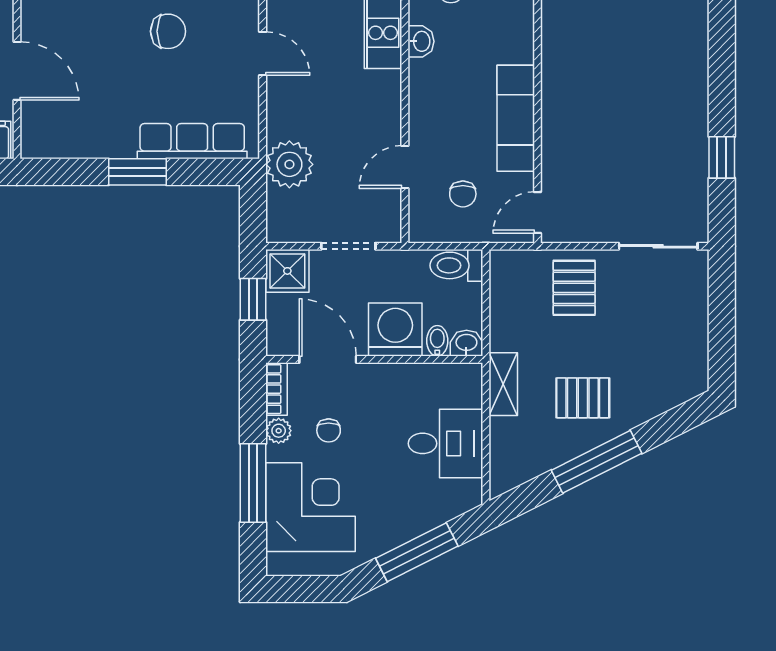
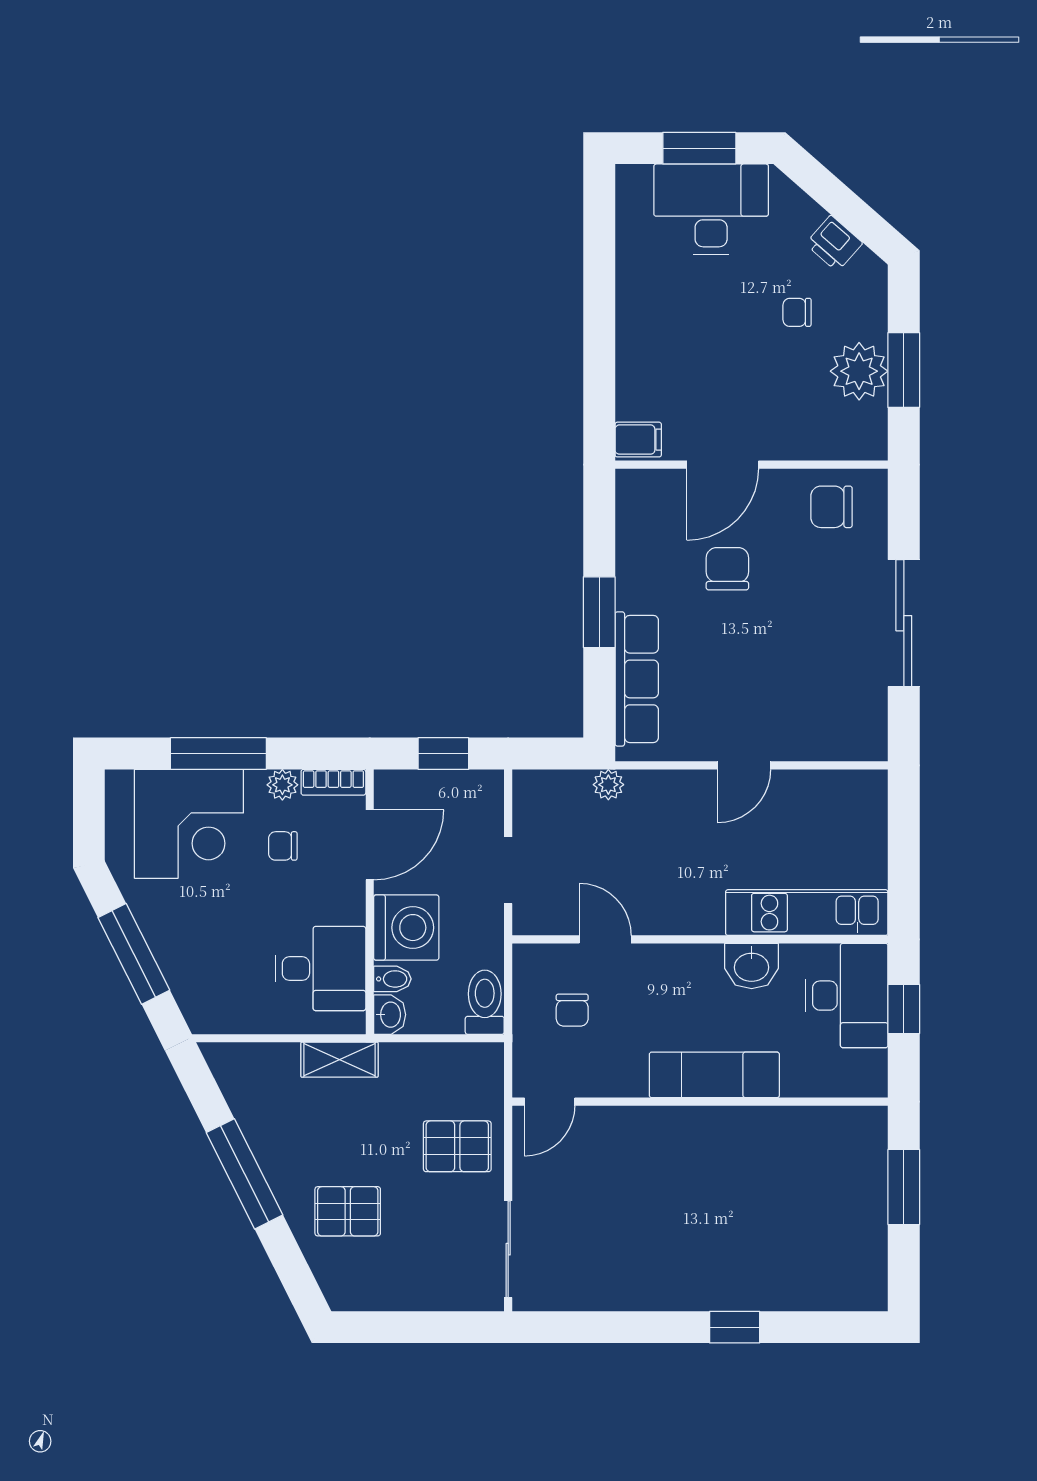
chair: (168, 31) -> (727, 569), moved, turned 180
washbasin: (421, 41) -> (752, 966), width x1.38, depth x1.45
exam couch: (516, 118) -> (714, 1075), moved
window: (722, 157) -> (735, 1327), moved
plant: (289, 164) -> (608, 785), width x0.53, depth x0.53
chair: (463, 194) -> (572, 1010), turned -90
door: (538, 212) -> (550, 1102), swing flipped
shower: (287, 271) -> (478, 796), removed
pallet: (583, 398) -> (348, 1211), moved, turned 90
desk: (445, 443) -> (320, 969), moved, turned -90

